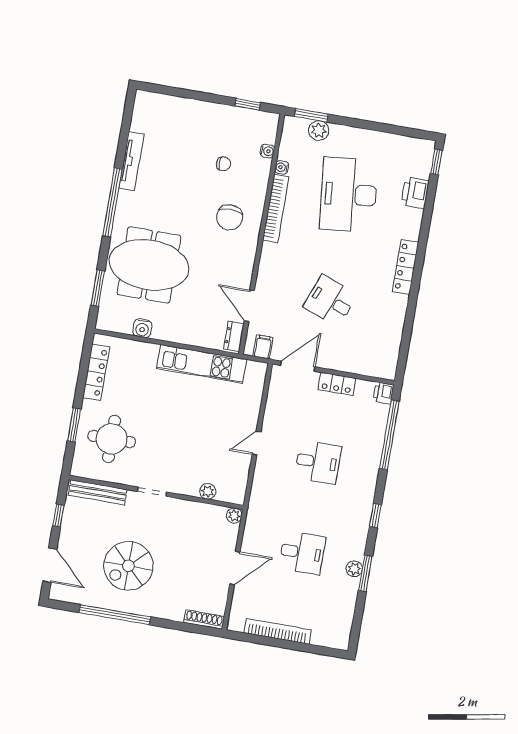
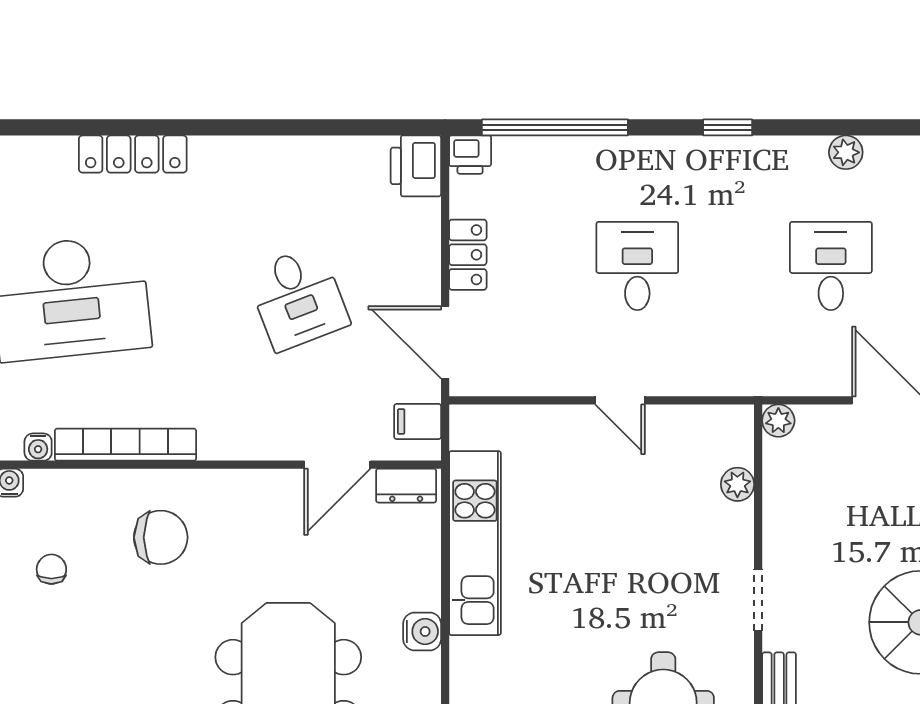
printer: (415, 193) -> (416, 166), moved, turned 90
locker: (405, 267) -> (133, 154), moved
desk: (330, 301) -> (298, 298), turned -42
water cooler: (142, 328) -> (422, 632), moved
window: (365, 573) -> (852, 127), removed

